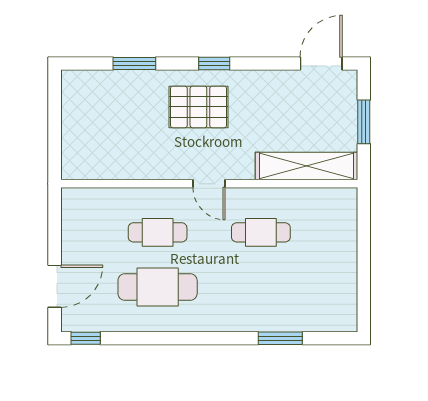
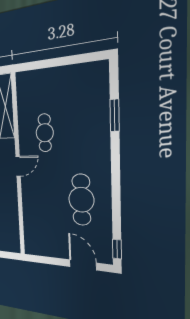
cafe table: (158, 232) -> (48, 198), removed

